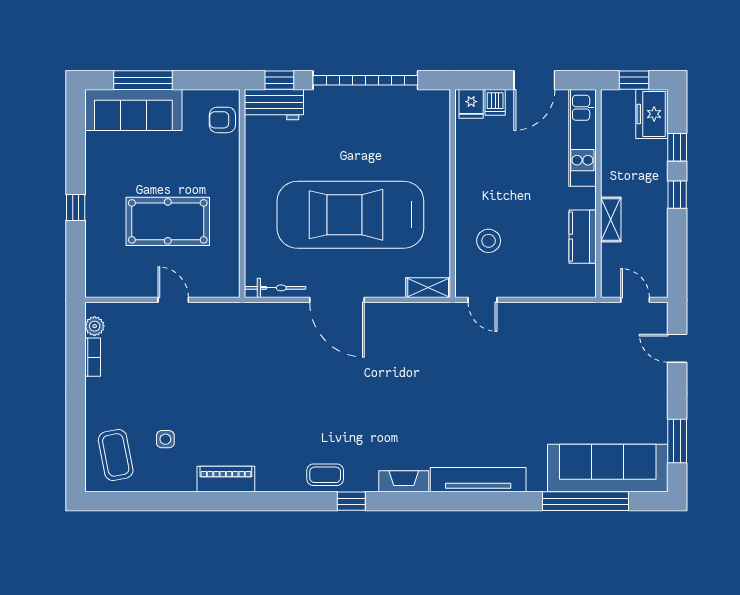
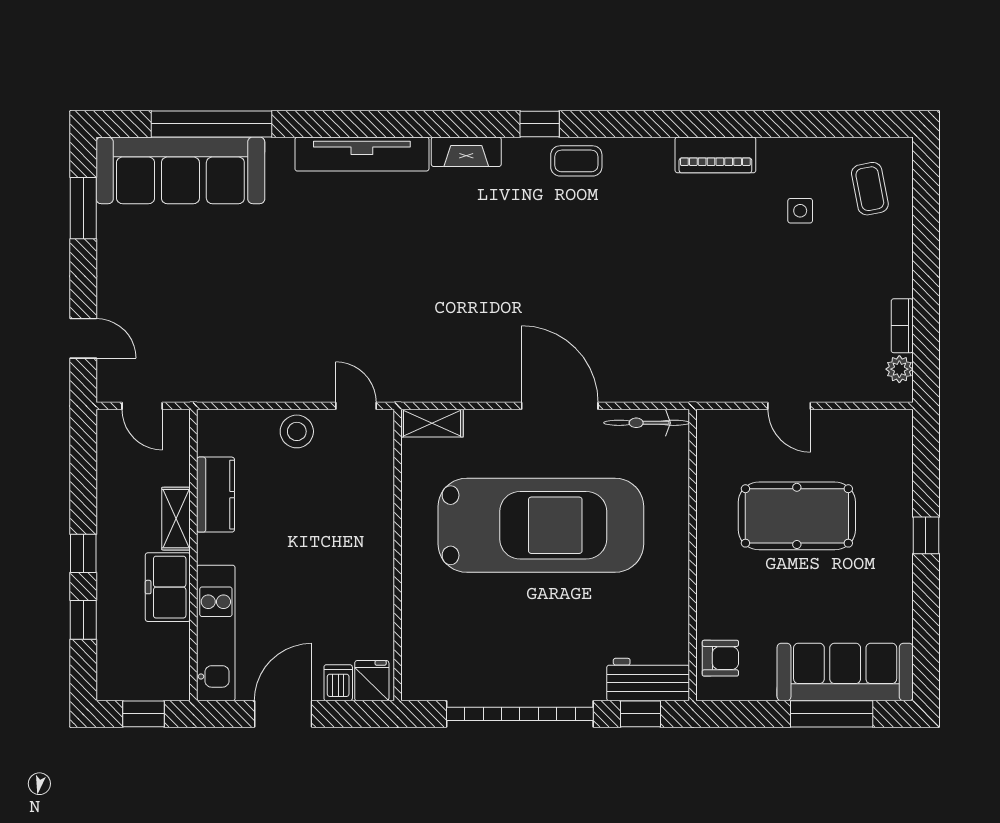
freezer: (652, 114) -> (168, 587), moved, turned 180
stool: (489, 241) -> (297, 431), moved
coffee table: (116, 455) -> (870, 189), width x0.73, depth x0.77

